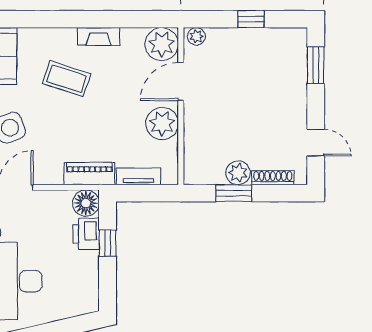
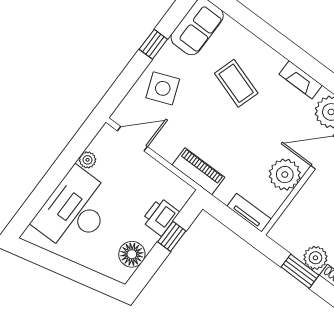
fireplace: (99, 36) -> (301, 80), moved
tv unit: (139, 176) -> (249, 213), moved
floor lamp: (86, 203) -> (132, 254), moved

